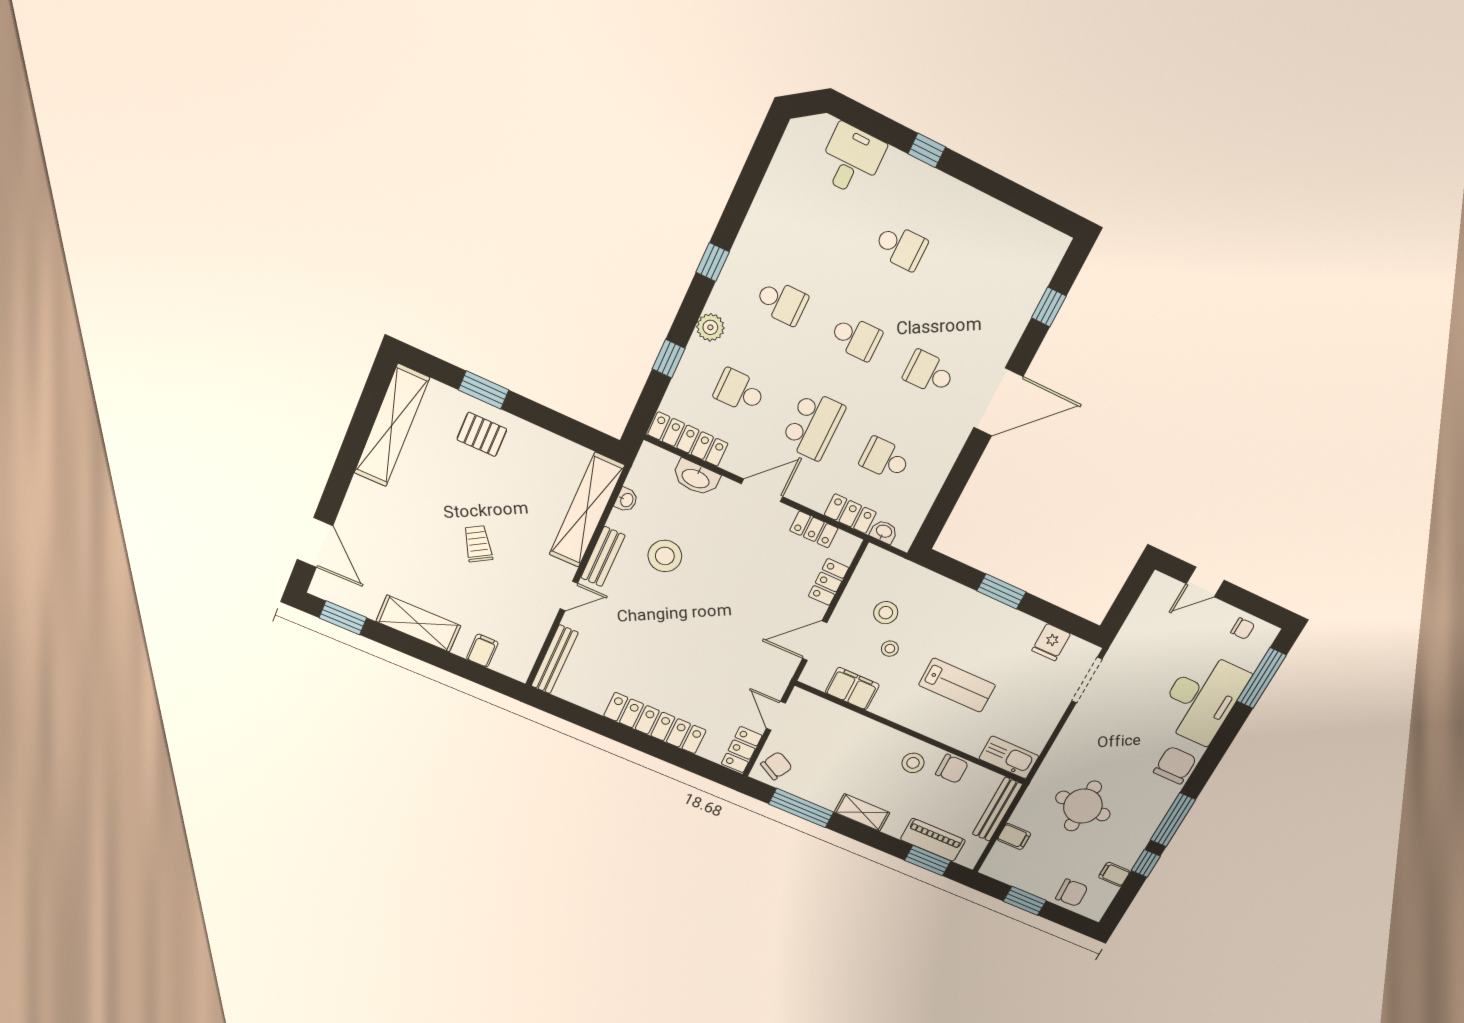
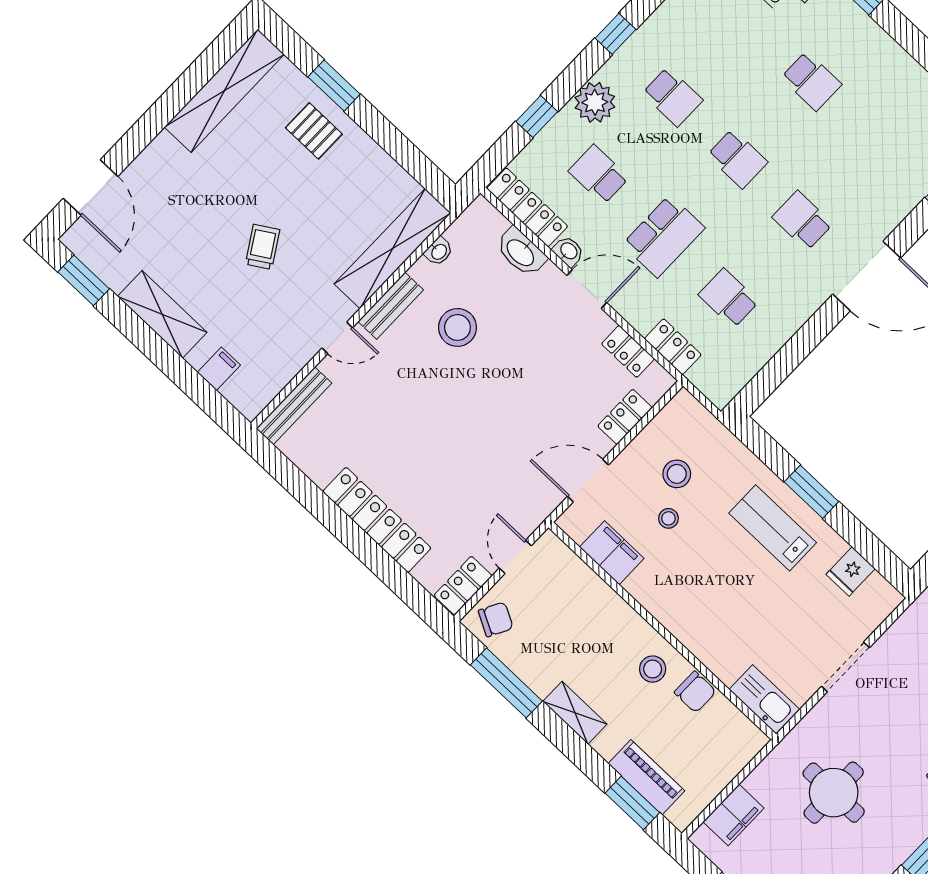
plant: (710, 327) -> (595, 102), width x1.36, depth x1.36
washbasin: (884, 532) -> (568, 251), moved
doorway: (1087, 680) -> (845, 667), moved
lab bench: (957, 685) -> (773, 528), moved, turned 180
bench: (997, 809) -> (733, 763), removed
filing cabinet: (1014, 837) -> (733, 815), width x2.00

